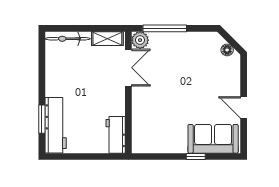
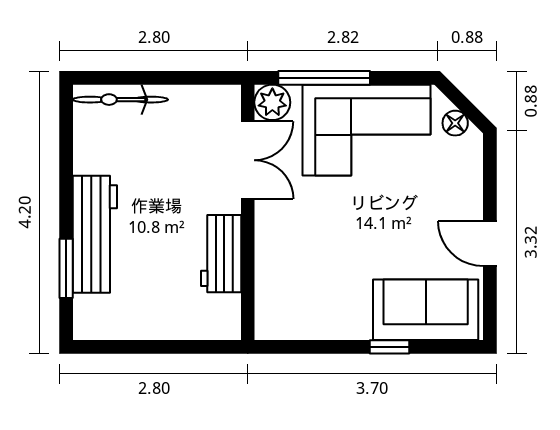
shelving: (107, 39) -> (204, 99), removed
corner sofa: (185, 53) -> (367, 130), added
workbench: (56, 125) -> (95, 234), moved
workbench: (116, 135) -> (221, 254), moved

